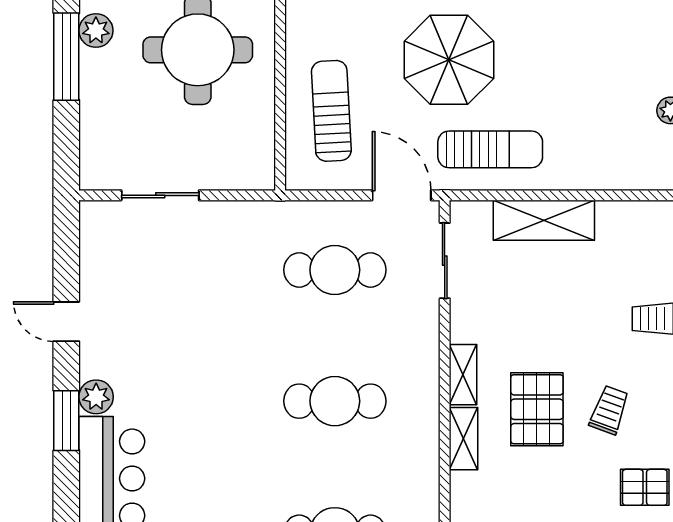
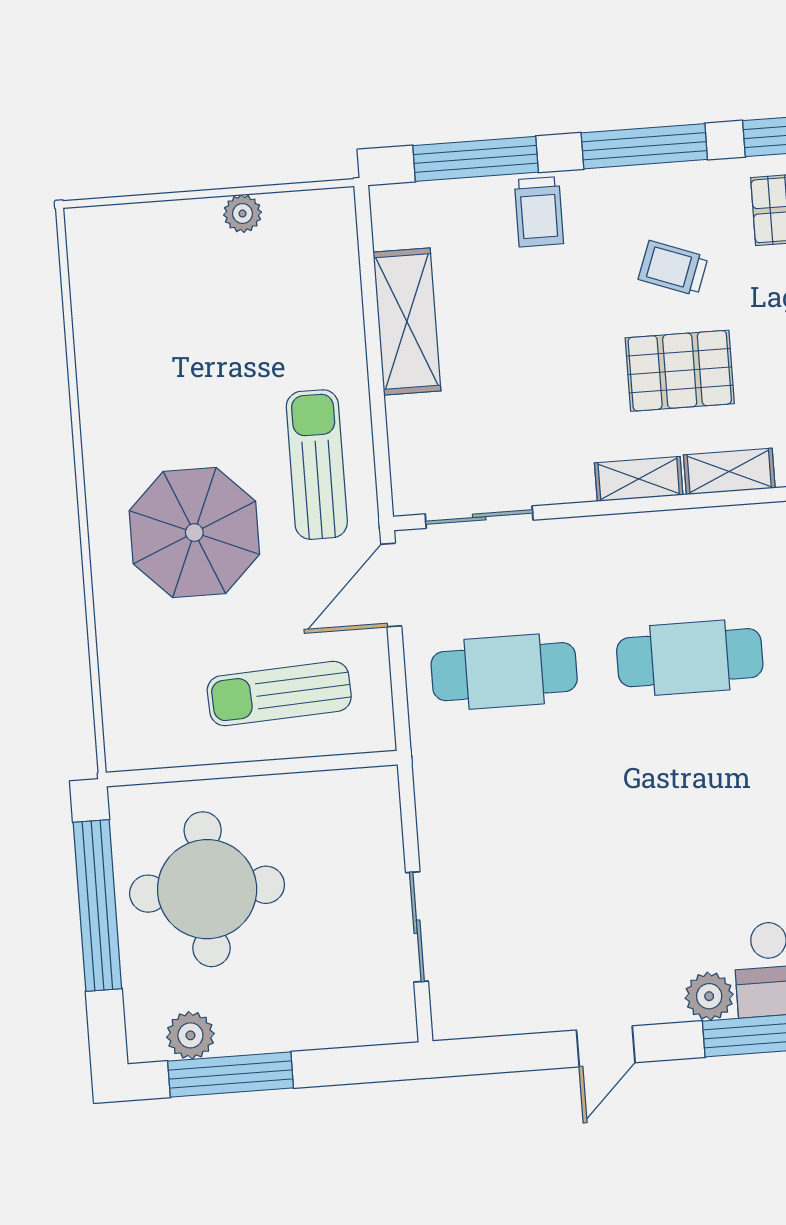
shelving: (544, 220) -> (407, 322), moved
cafe table: (335, 270) -> (504, 672), turned 90
cafe table: (335, 401) -> (690, 658), turned 90

